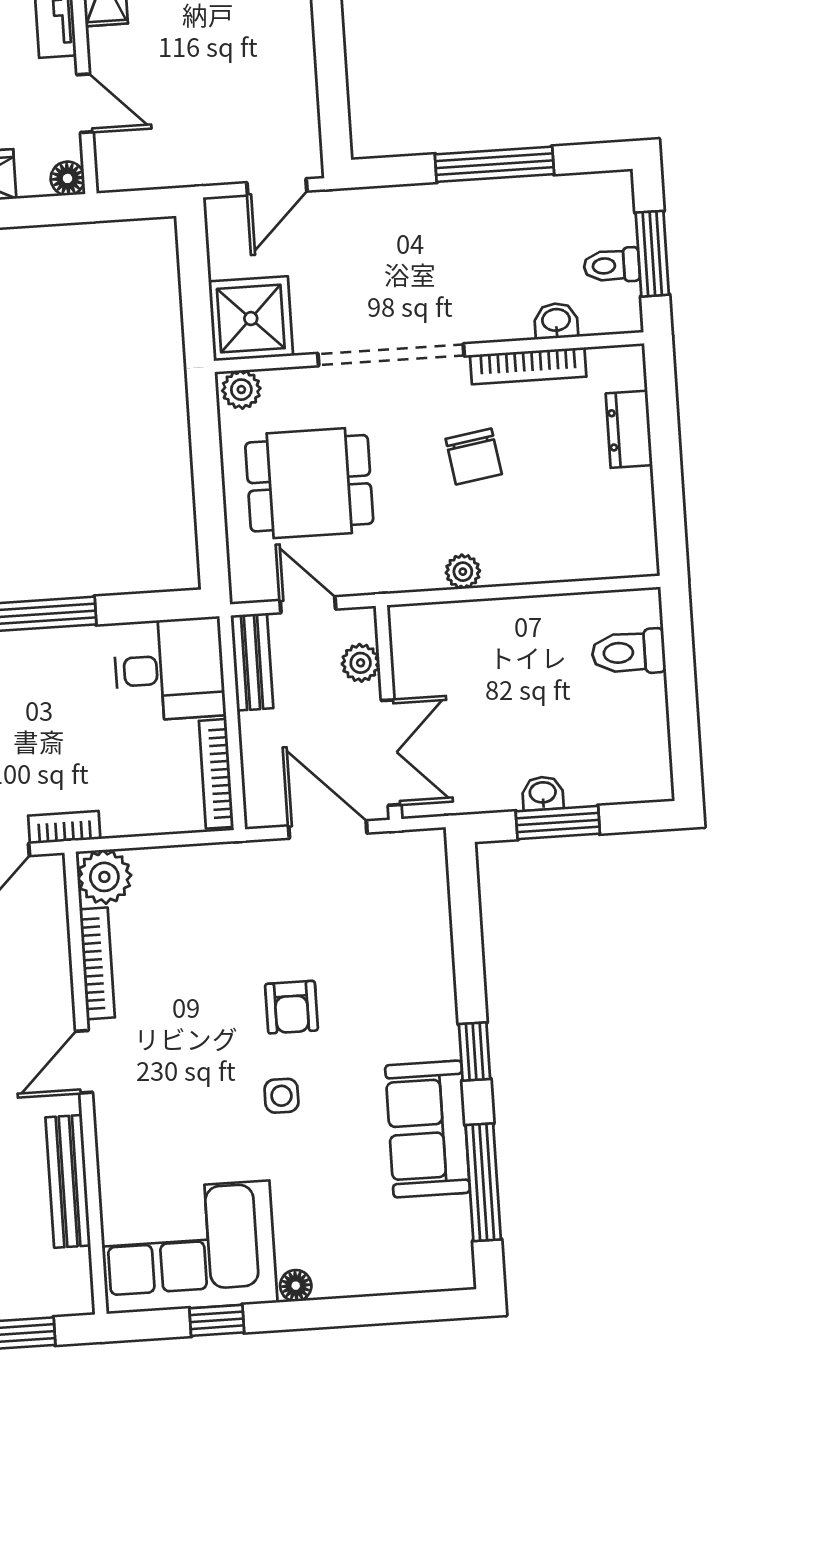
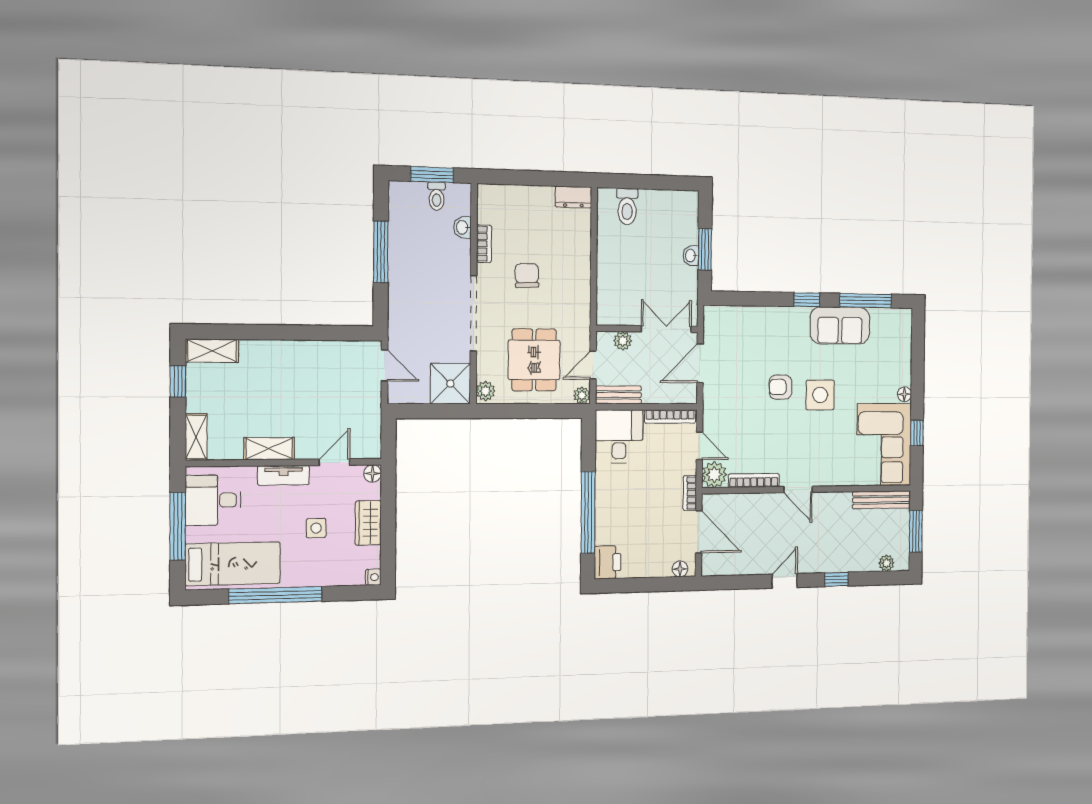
bookcase: (528, 366) -> (484, 244), width x0.64
dresser: (629, 429) -> (573, 197), moved
chair: (474, 456) -> (527, 276), turned -83
plant: (463, 572) -> (582, 395), moved
door: (161, 841) -> (699, 446), added
armchair: (291, 1007) -> (780, 387), turned 180
side table: (281, 1096) -> (820, 395), width x1.87, depth x1.87
bench: (68, 1181) -> (881, 500), moved

